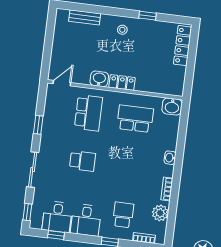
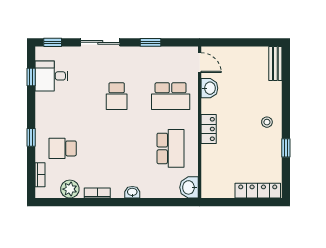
bench: (85, 17) -> (275, 63), moved
washbasin: (99, 79) -> (209, 88), moved
school desk: (123, 215) -> (63, 148), turned 180
desk: (86, 220) -> (52, 108), removed

